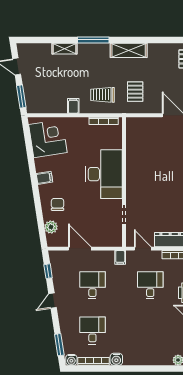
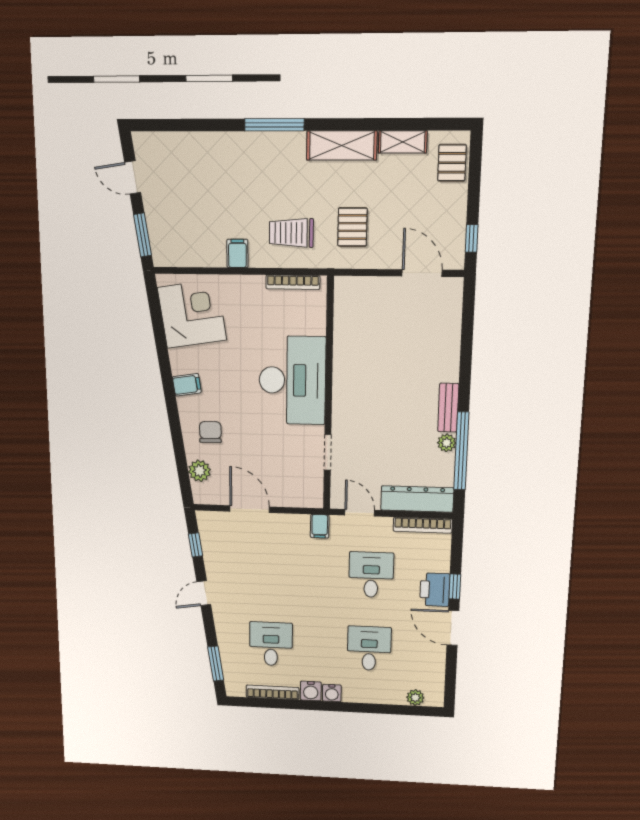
shelving: (64, 49) -> (403, 142), moved
desk: (92, 285) -> (369, 648), moved
water cooler: (71, 360) -> (332, 693), moved

